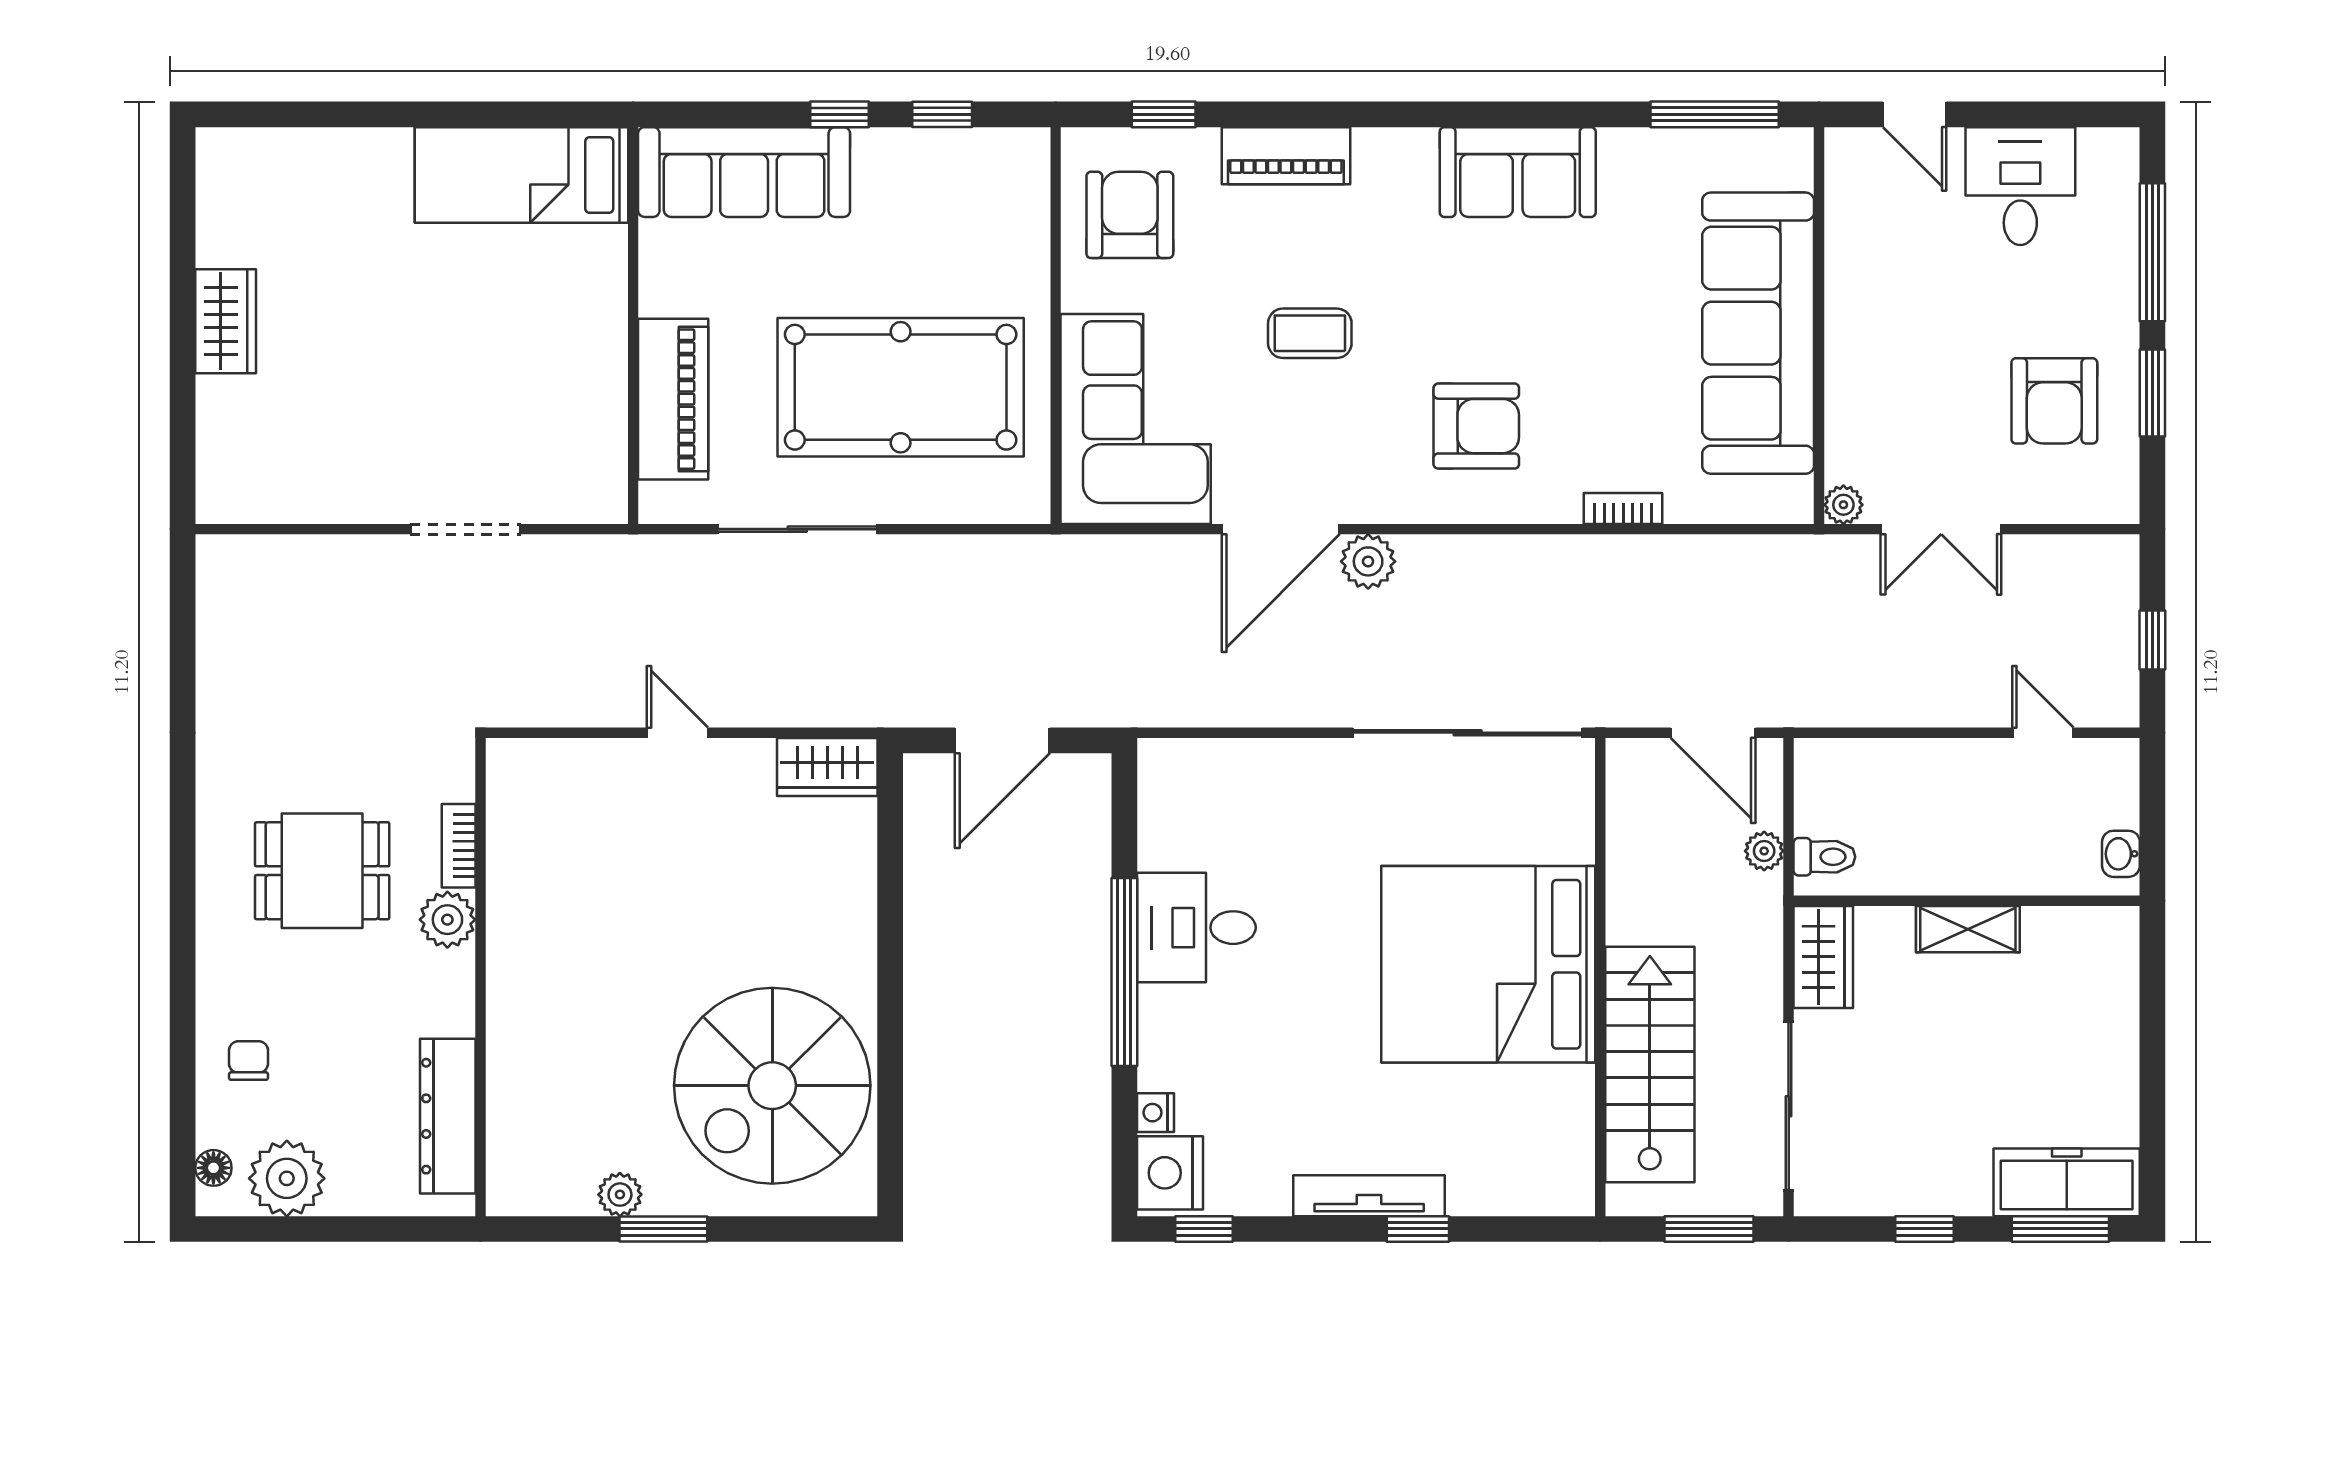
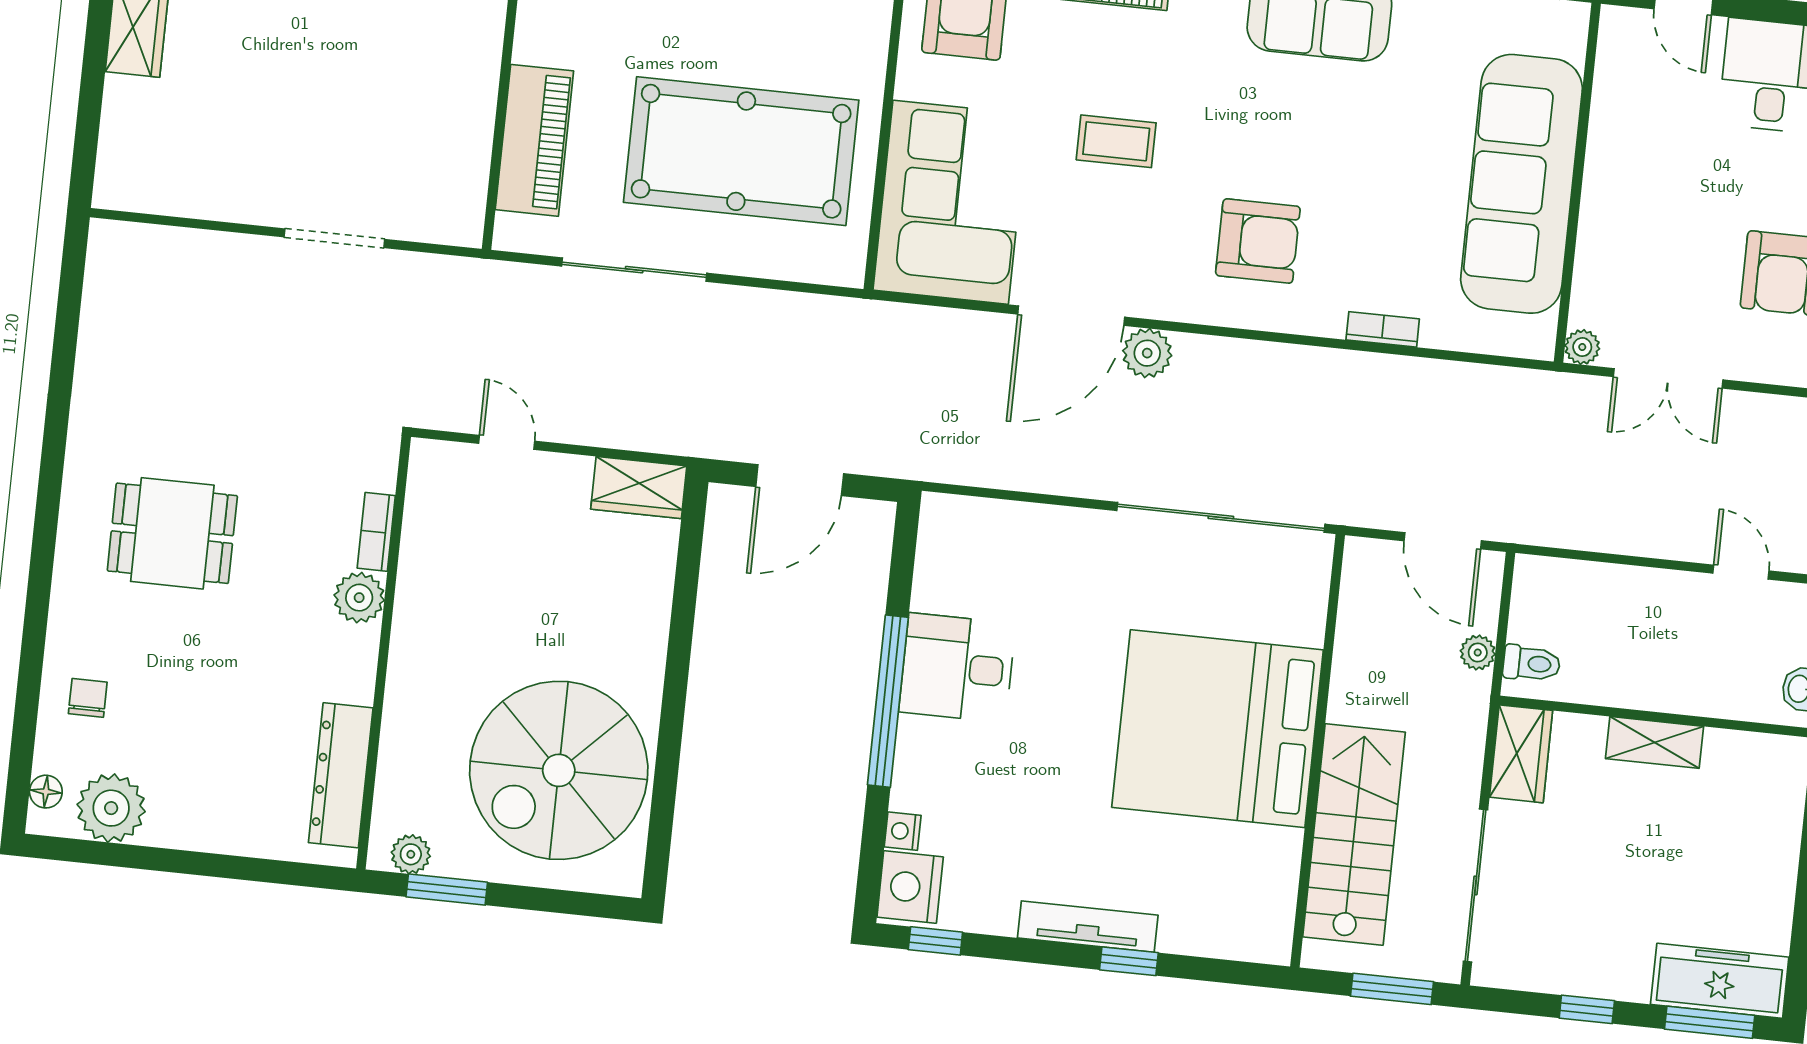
bookcase: (459, 846) -> (376, 532), moved
plant: (447, 920) -> (359, 598), moved
wall: (480, 977) -> (384, 653), moved
dresser: (448, 1116) -> (341, 775), moved

